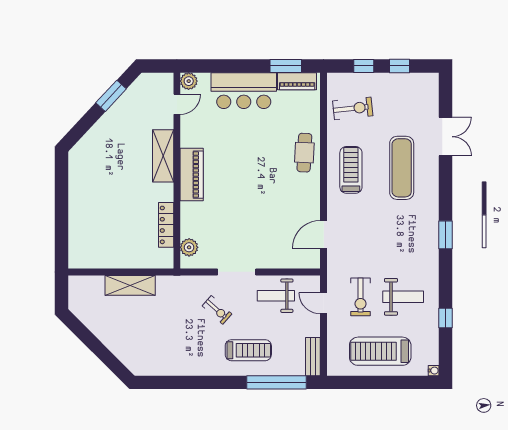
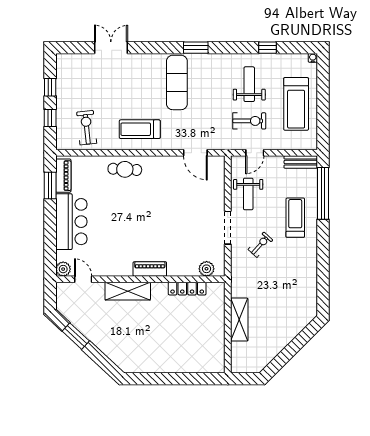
exercise mat: (402, 168) -> (177, 82), moved, turned 90
piano: (192, 175) -> (150, 269), width x0.73, depth x0.75

